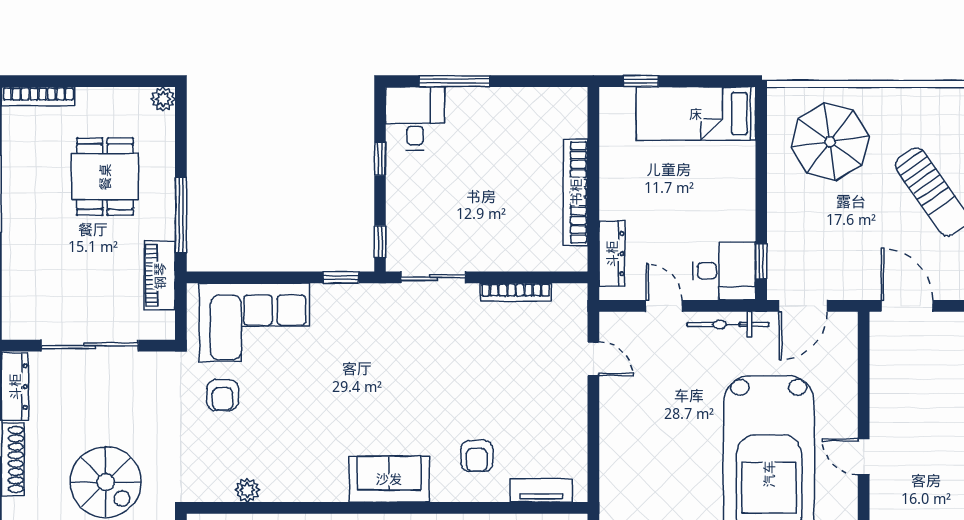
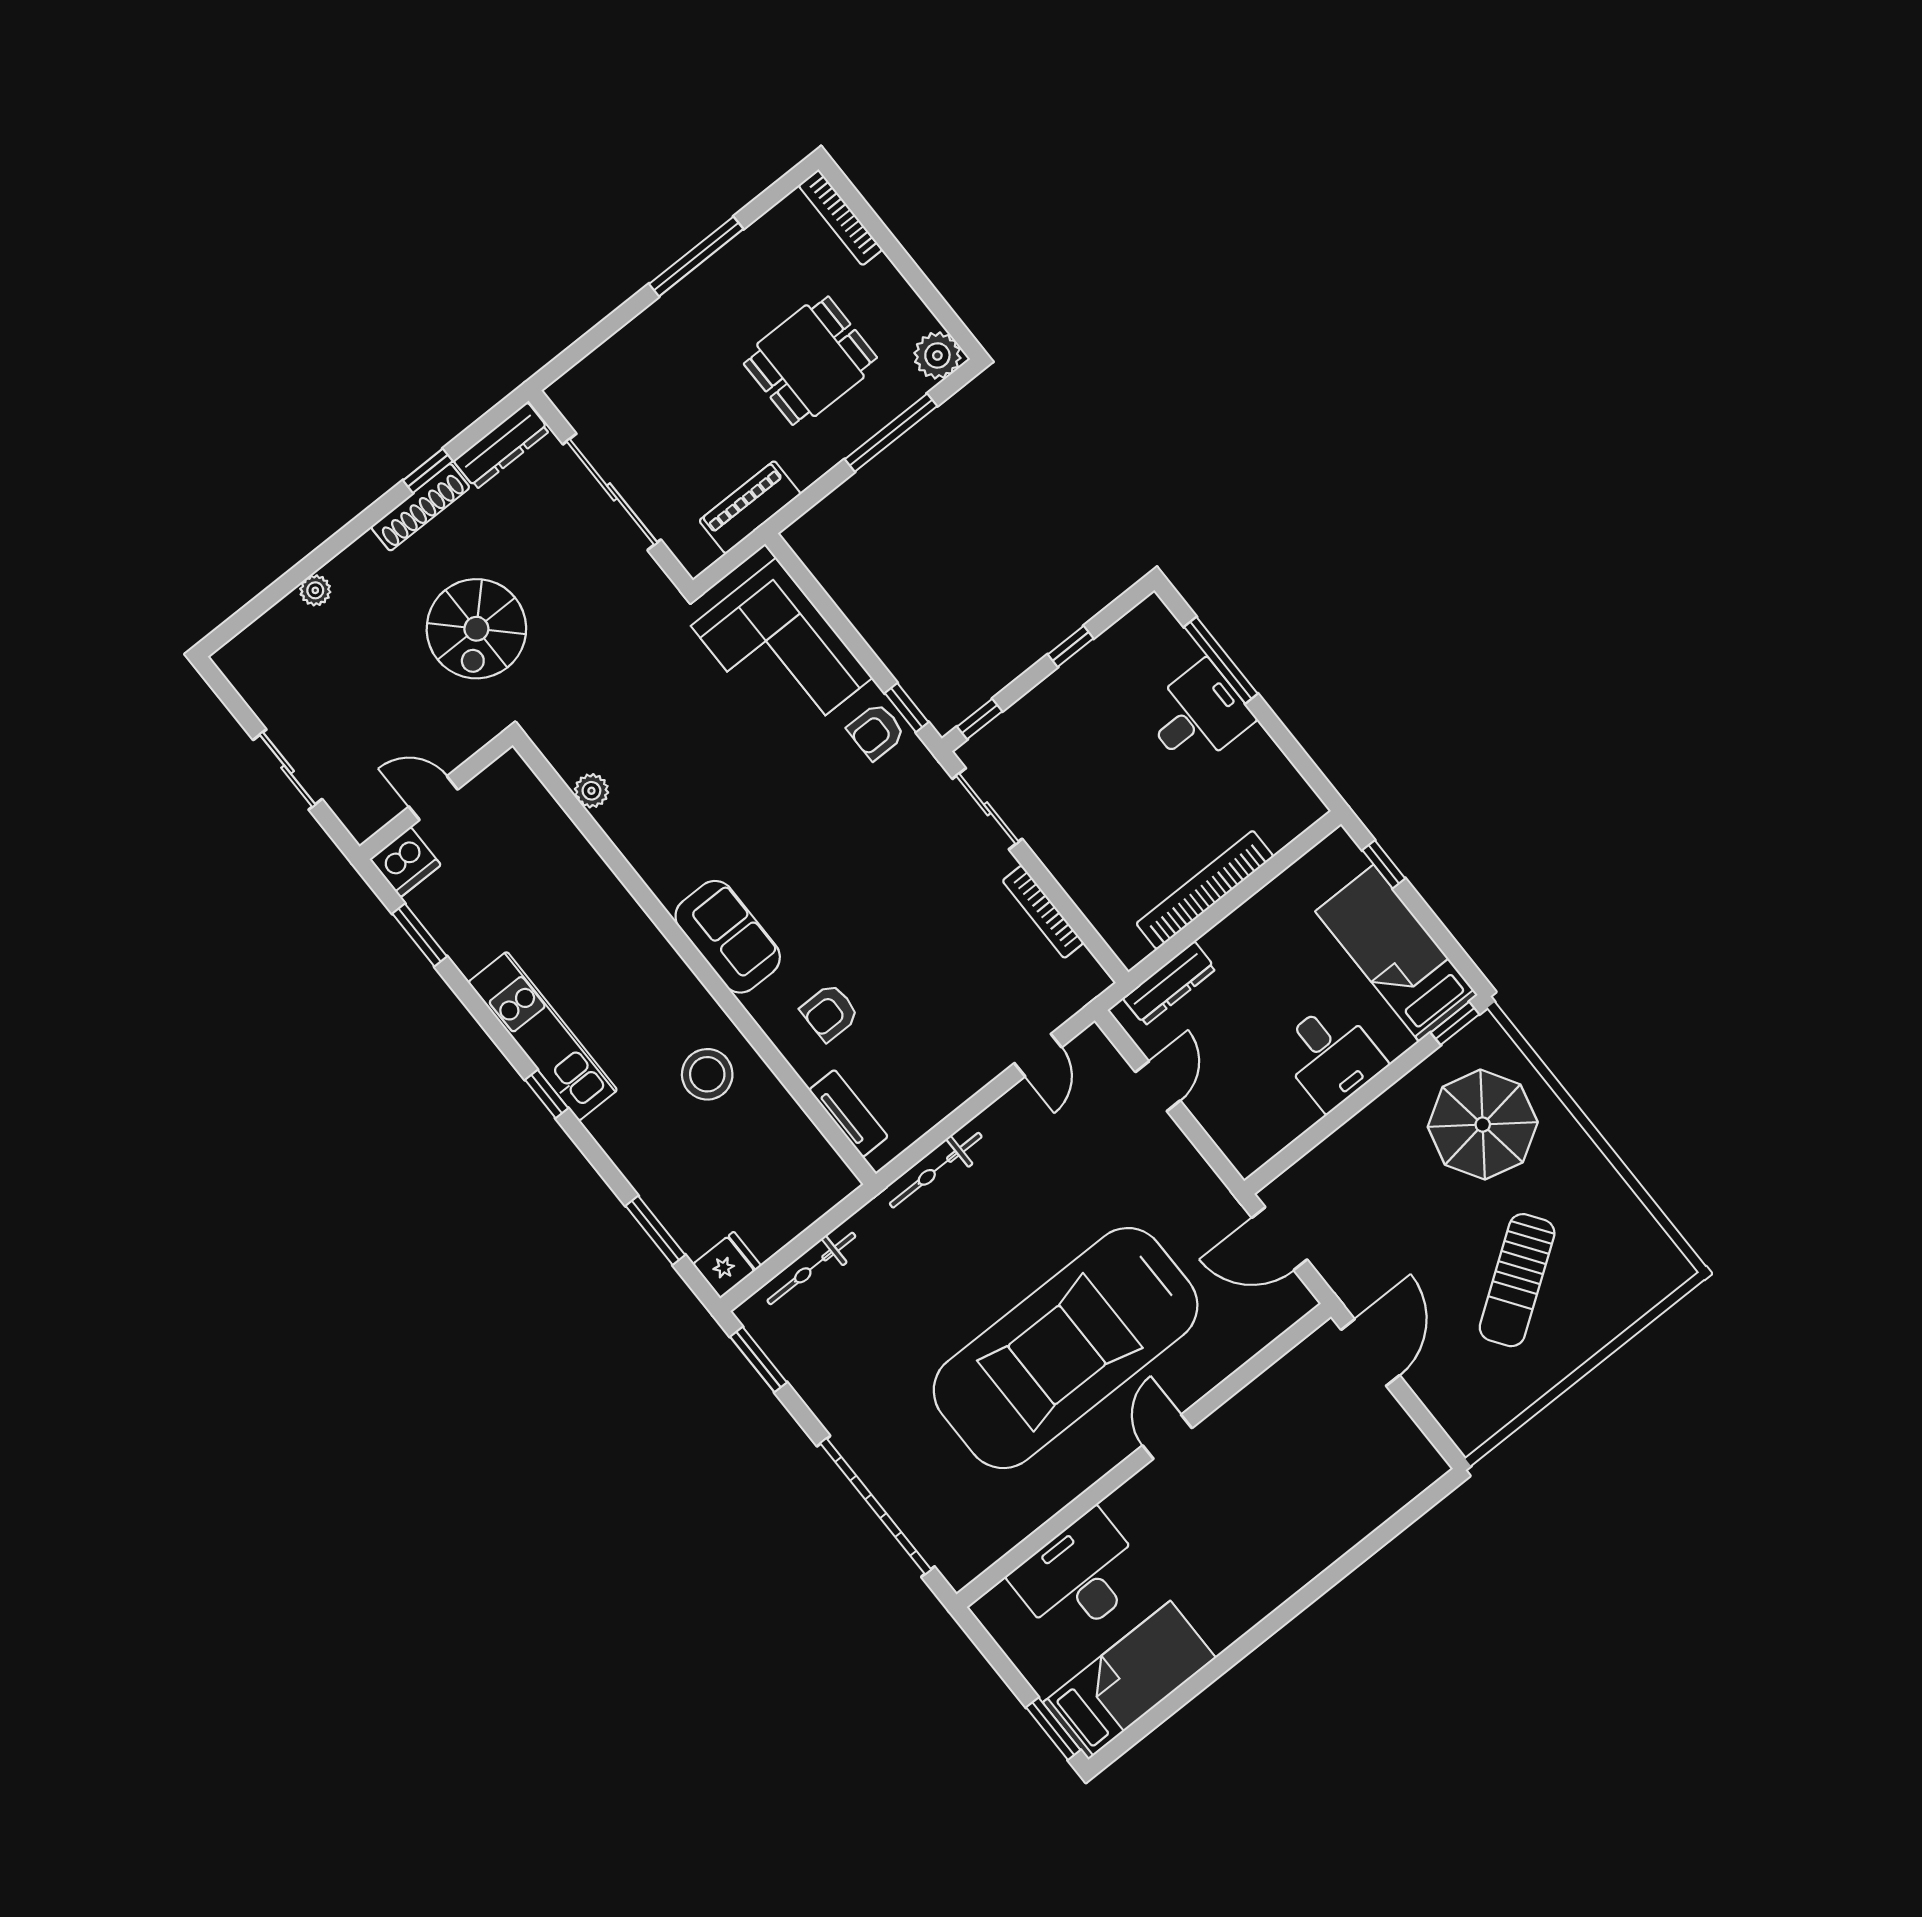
plant: (163, 99) -> (937, 355), width x1.38, depth x1.38
desk: (415, 118) -> (1198, 715), moved
window: (181, 215) -> (891, 433), moved
window: (761, 261) -> (1455, 1023), moved
desk: (724, 271) -> (1331, 1056), moved
bicycle: (728, 324) -> (936, 1170), moved, turned -90
armchair: (223, 395) -> (876, 731), moved

